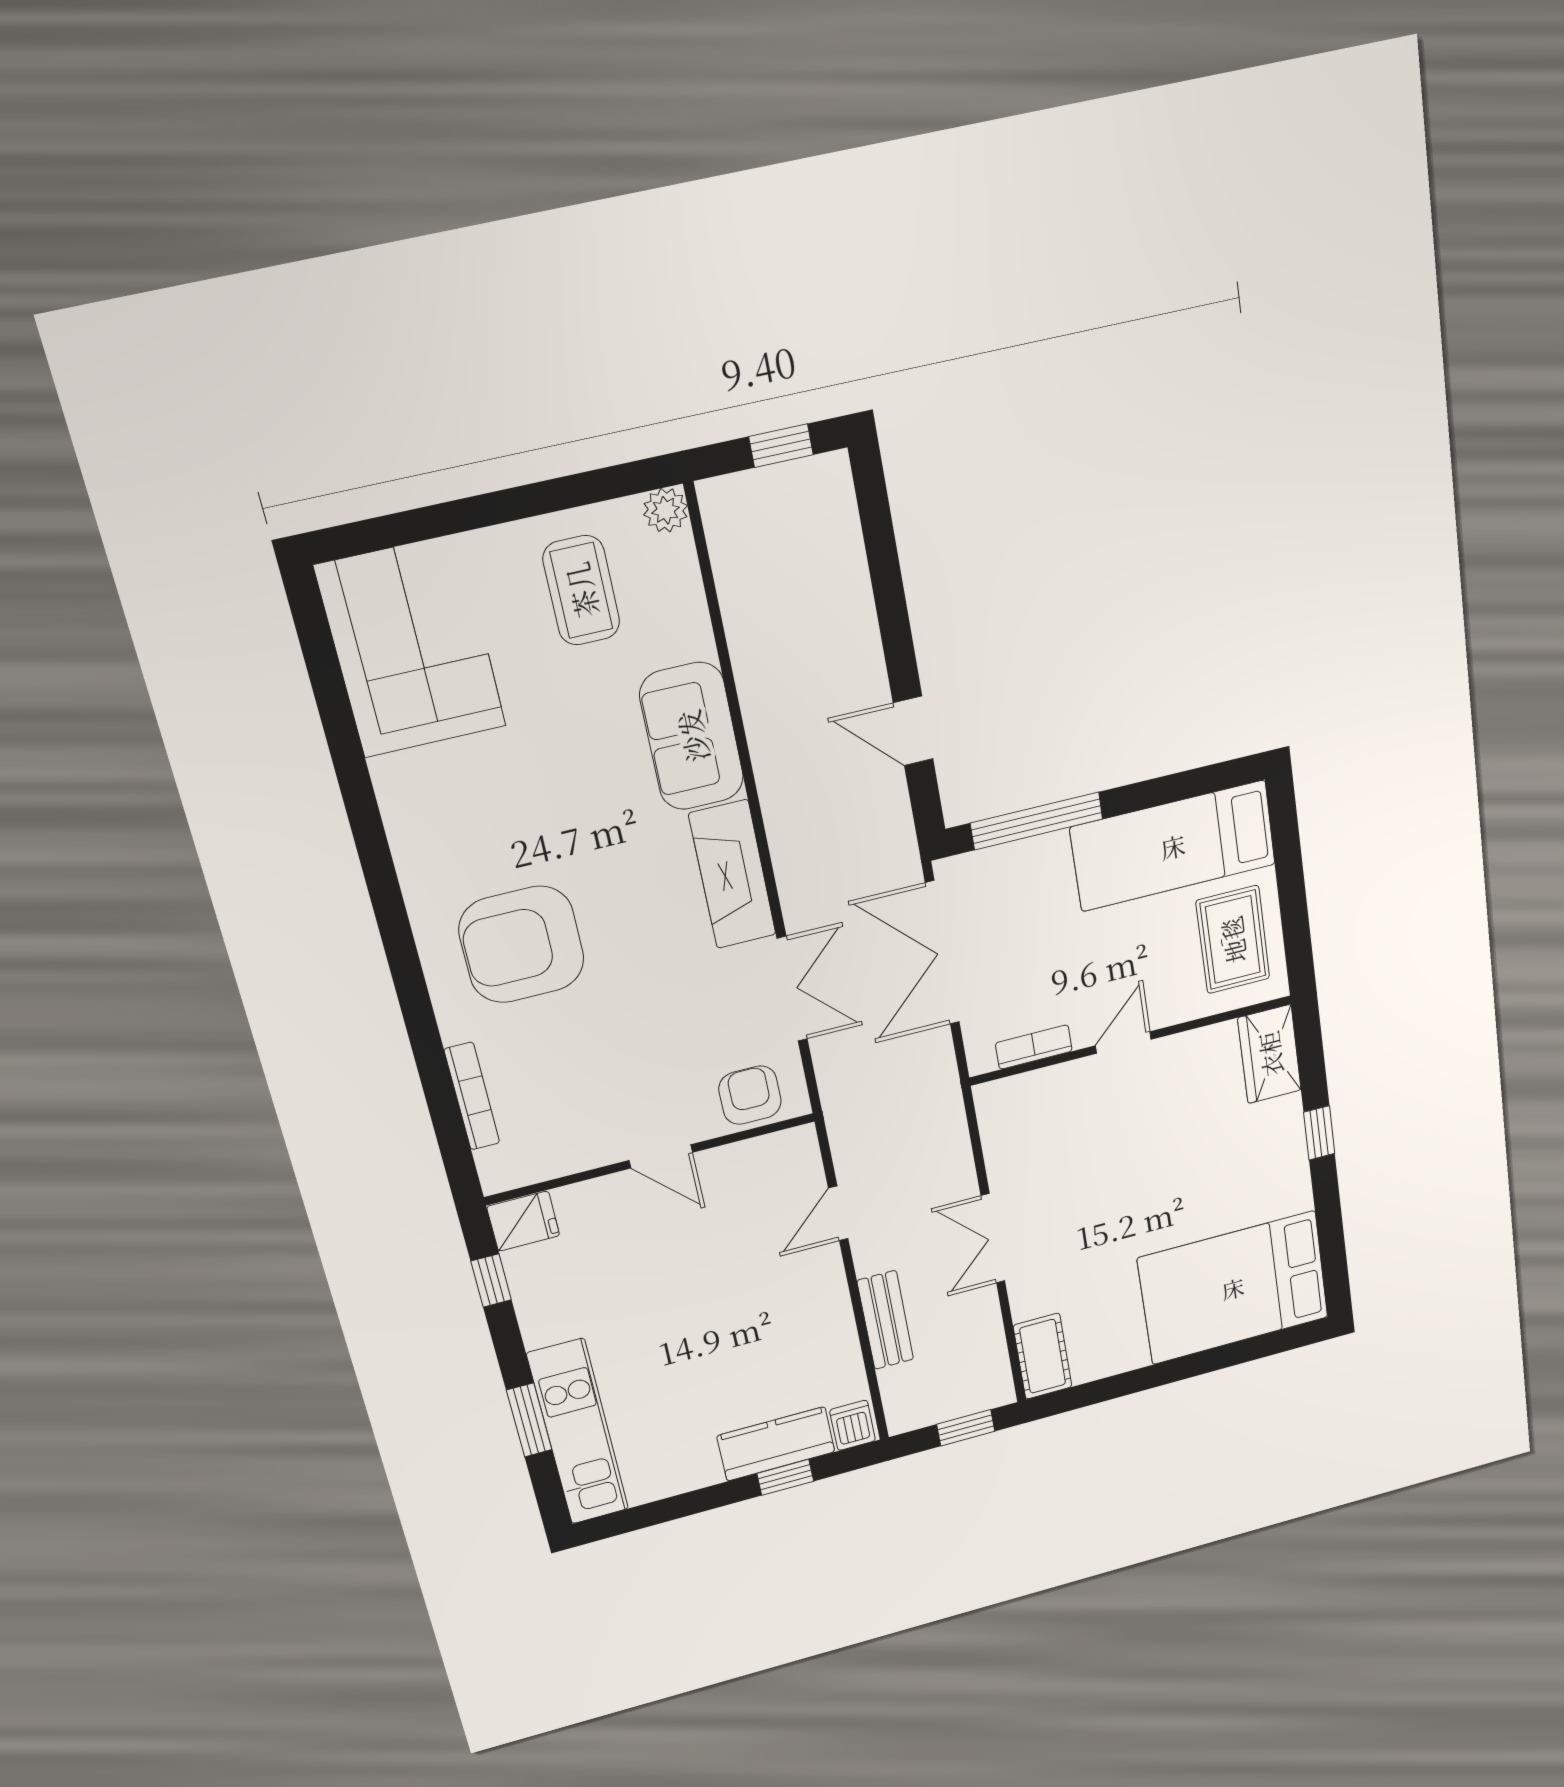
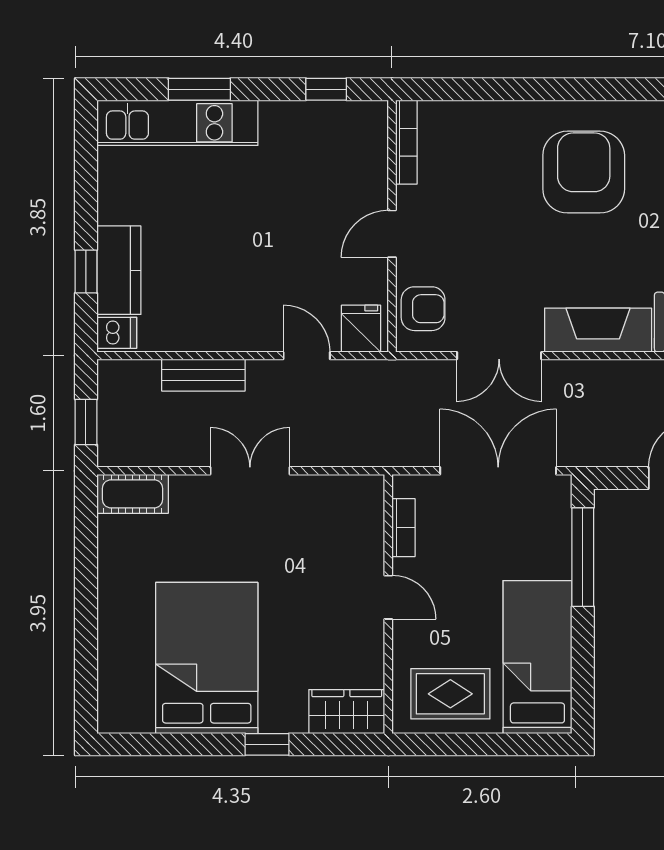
bookcase: (472, 1096) -> (406, 142), moved, turned -90
fridge: (523, 1221) -> (361, 329), moved, turned 180
bed: (1233, 1288) -> (207, 658), moved

